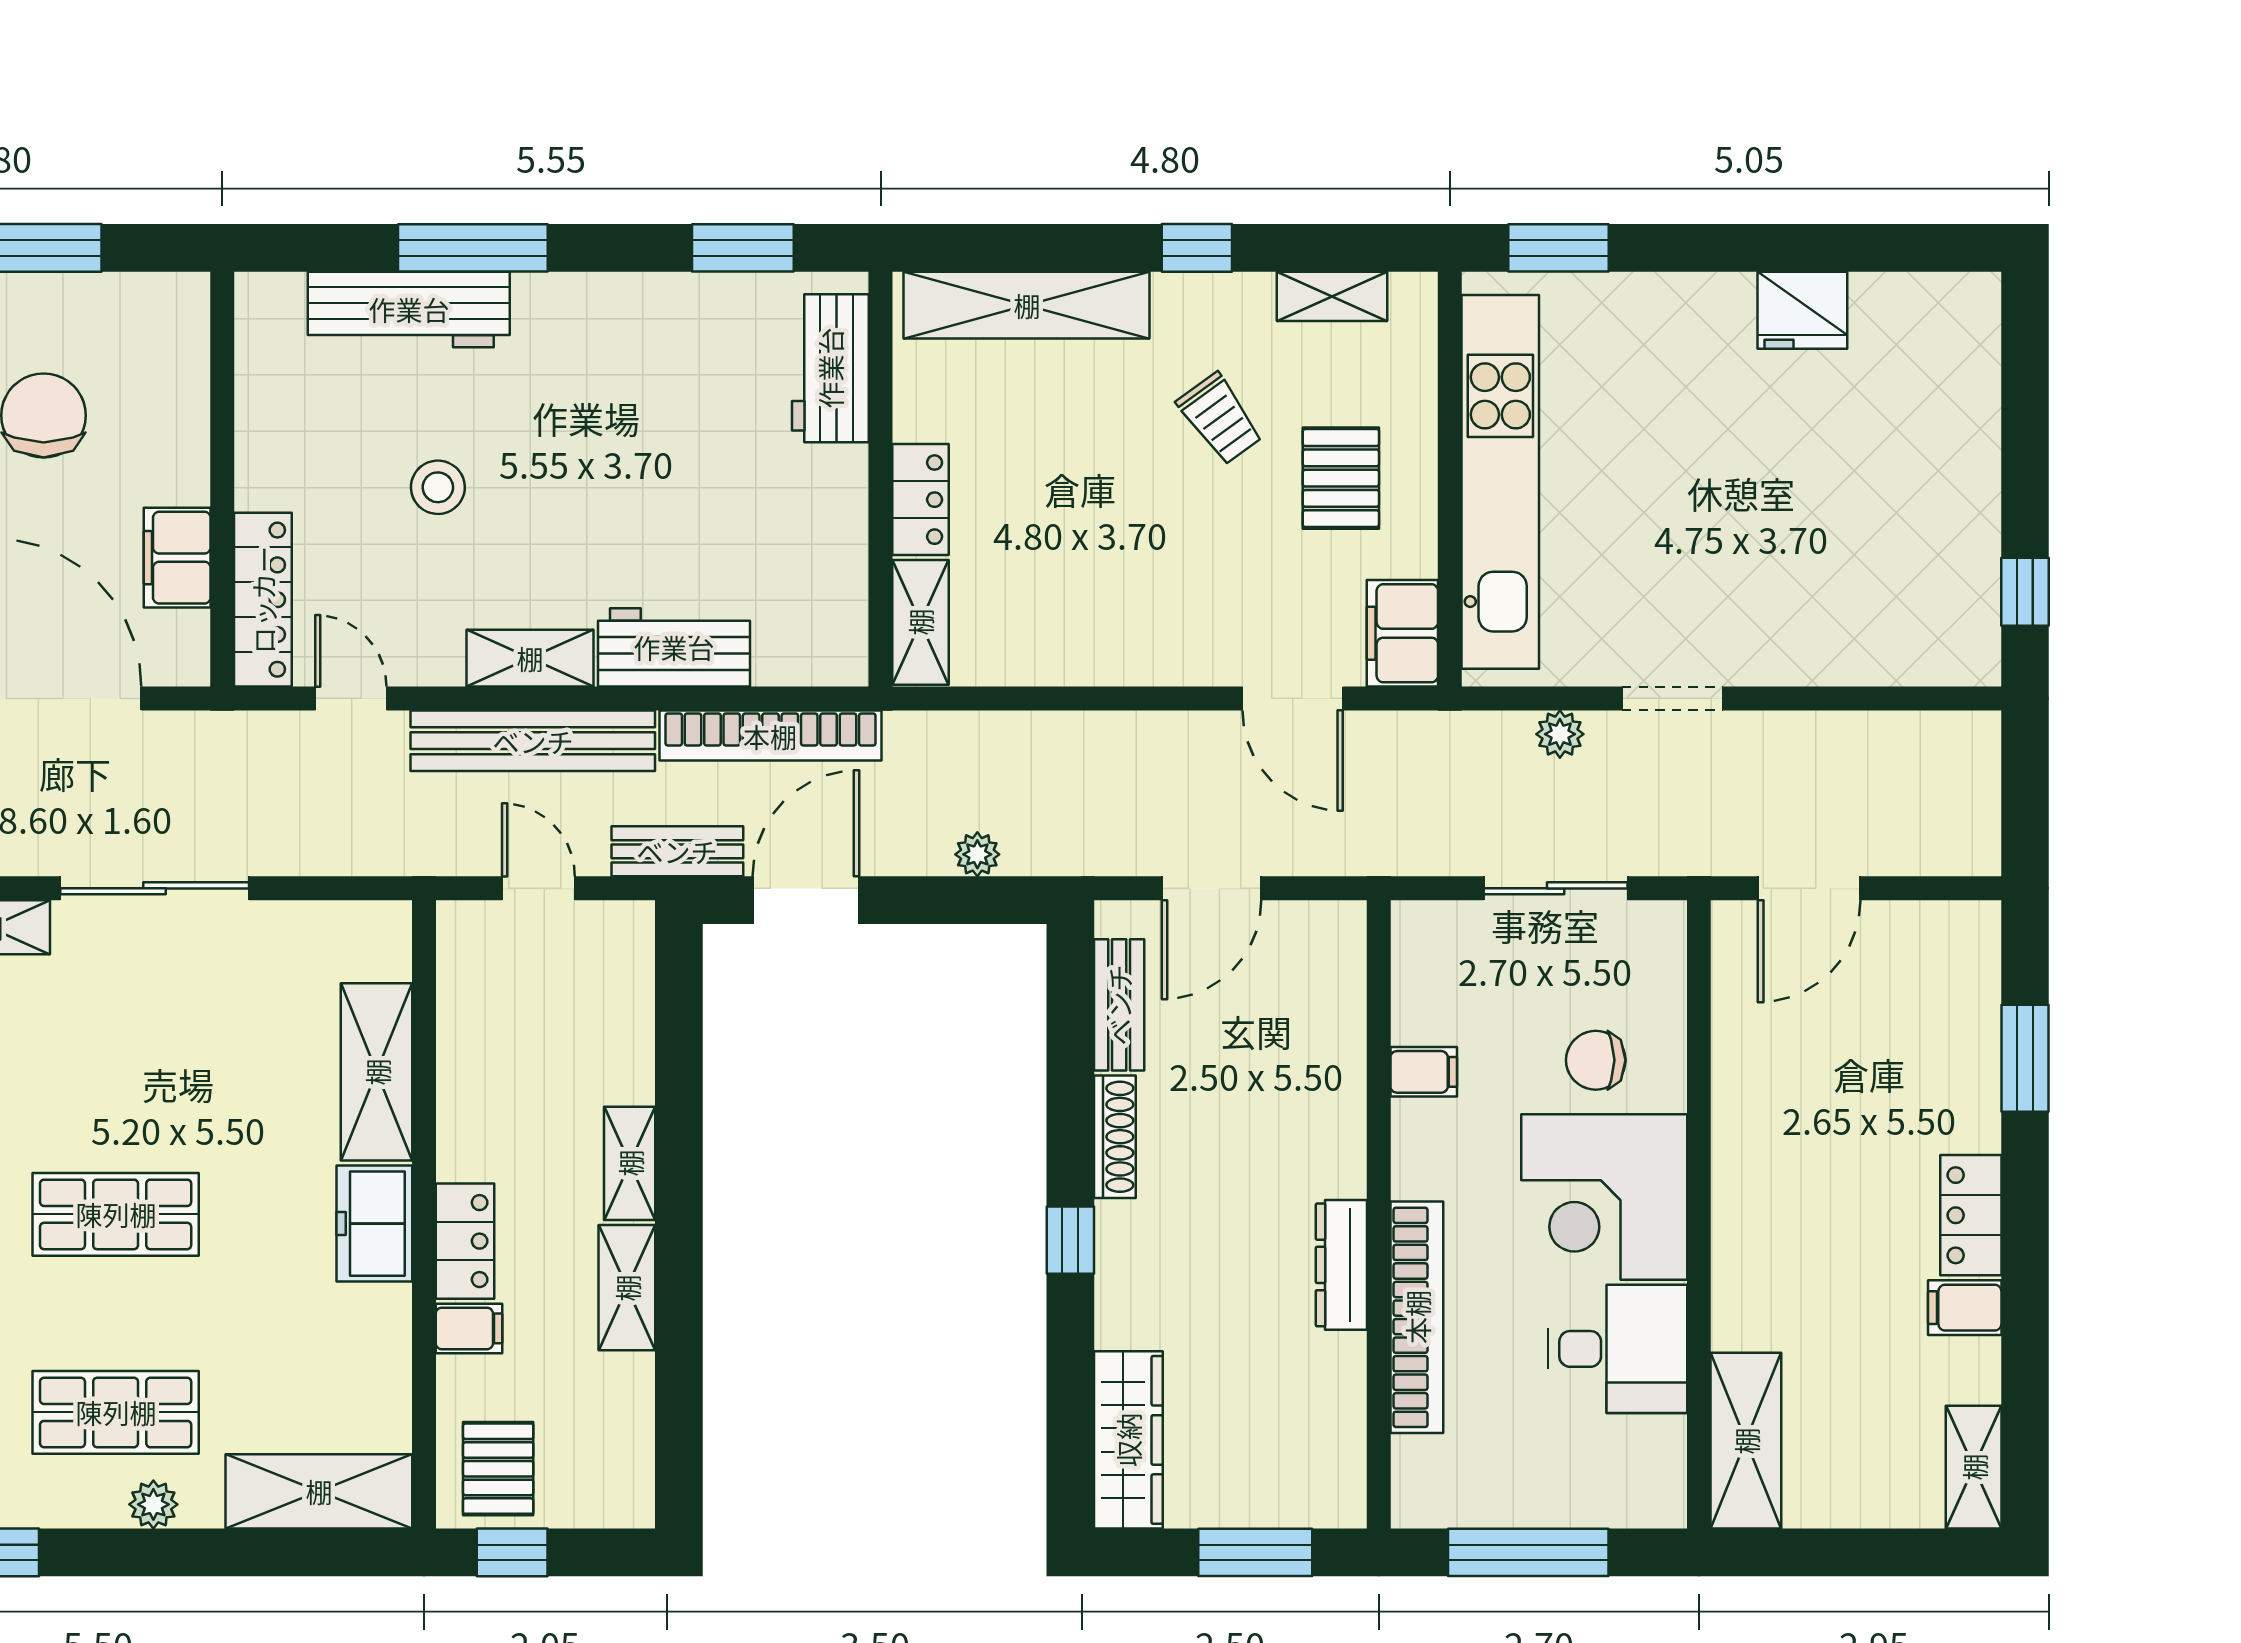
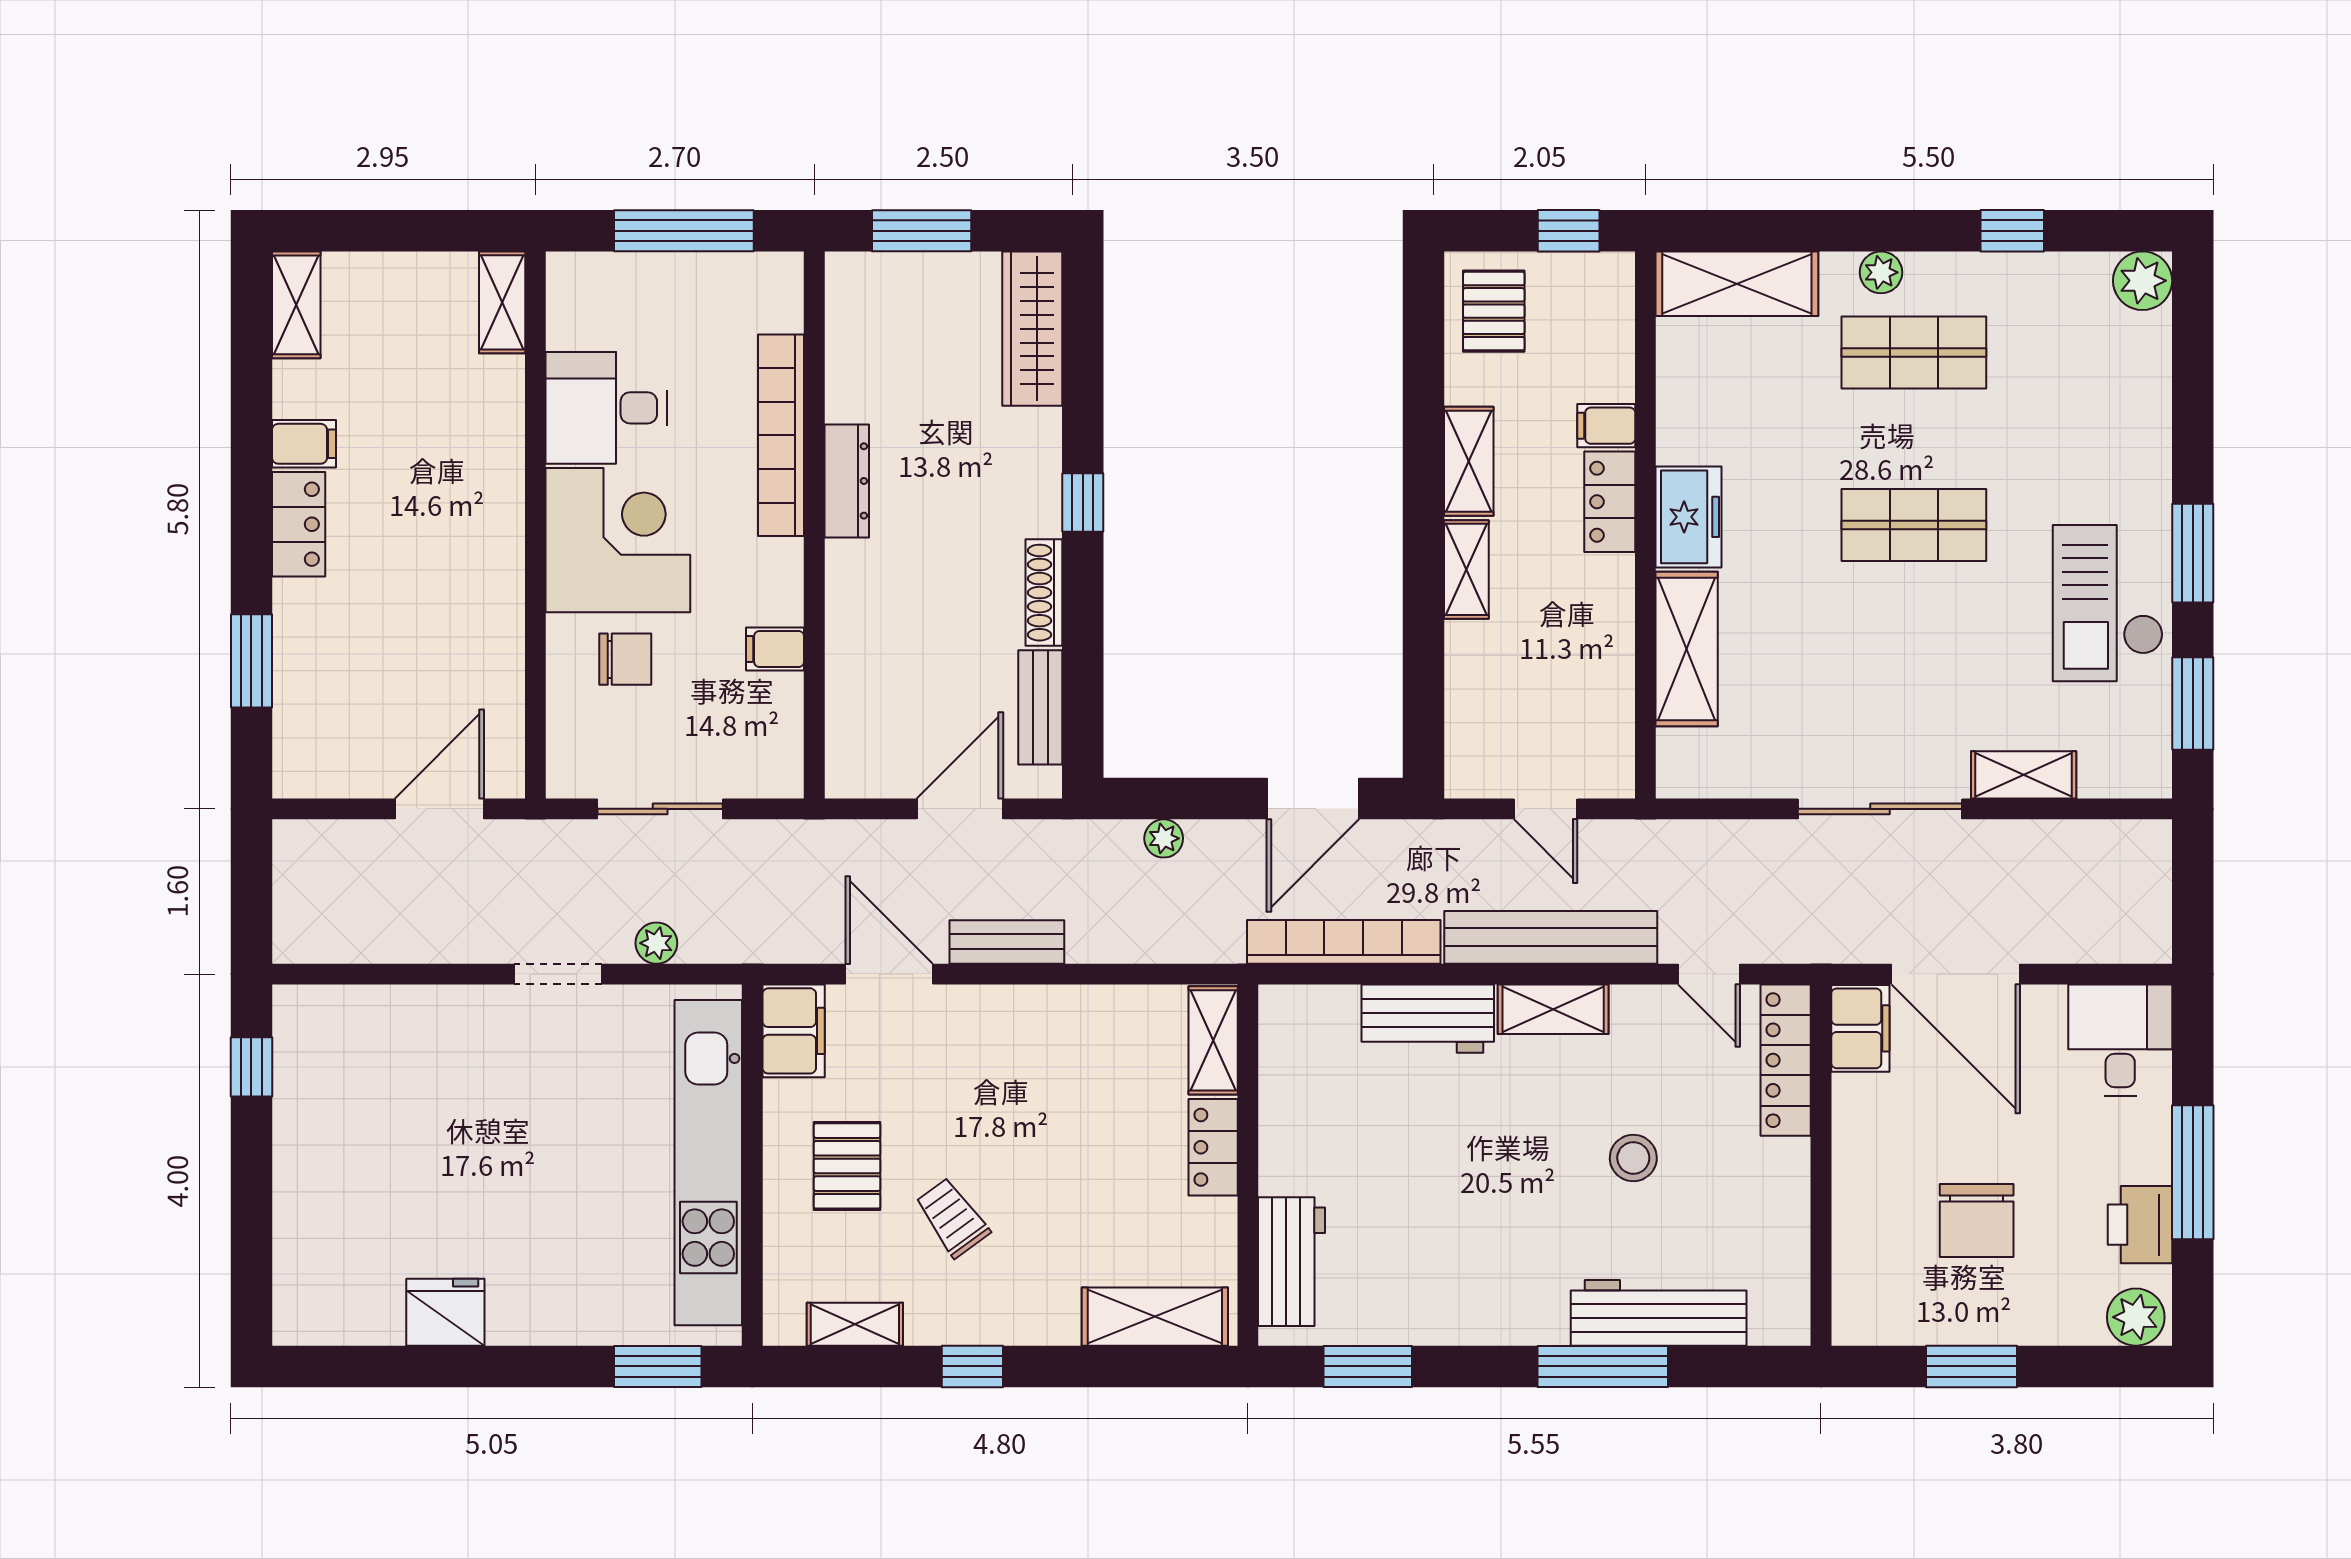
shelving: (1027, 305) -> (1155, 1317), width x0.68
filing cabinet: (177, 558) -> (1860, 1028), moved
bench: (677, 851) -> (1007, 942), moved
shelving: (1746, 1441) -> (502, 302), width x0.67, depth x0.75
pallet: (498, 1469) -> (1494, 311), moved

